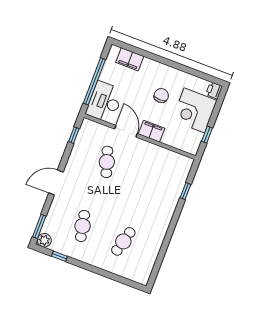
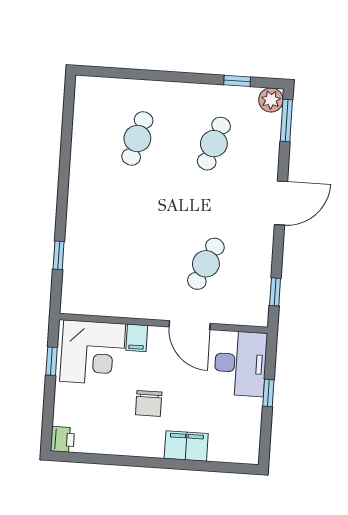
filing cabinet: (130, 59) -> (186, 446), moved
window: (94, 81) -> (268, 393), width x0.32
corner desk: (194, 110) -> (93, 353), moved, turned 90
filing cabinet: (151, 131) -> (137, 338), width x0.50
cafe table: (107, 162) -> (206, 264), turned 42
cafe table: (83, 226) -> (214, 144), turned 30

